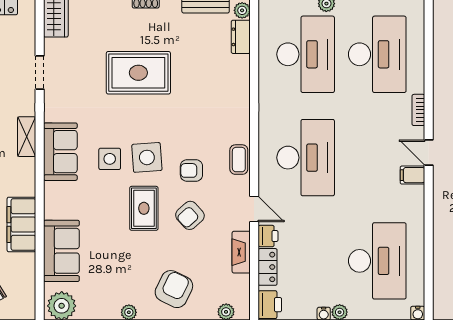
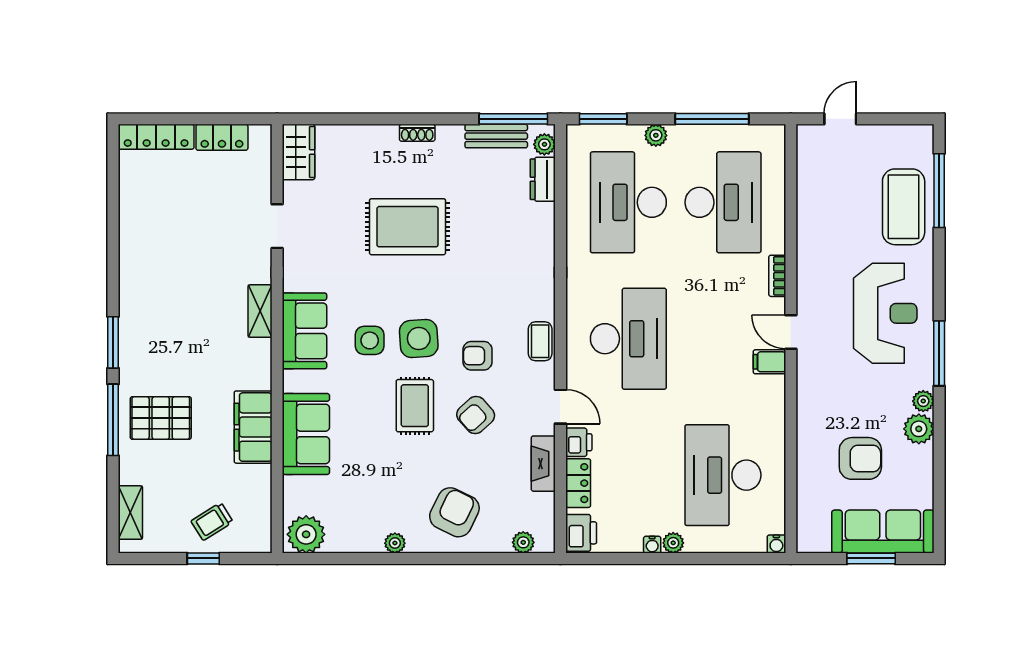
desk: (306, 54) -> (628, 202), turned 180
sofa: (61, 251) -> (306, 434), moved
desk: (377, 261) -> (723, 475), turned 180

